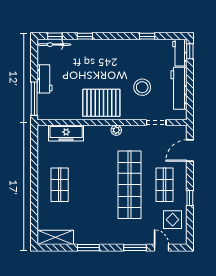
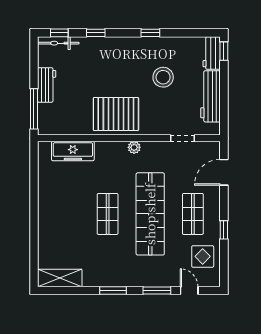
window: (147, 36) -> (150, 33), moved
stool: (142, 87) -> (163, 77), moved
shop shelf: (60, 185) -> (108, 214), moved
window: (88, 248) -> (113, 290), moved

